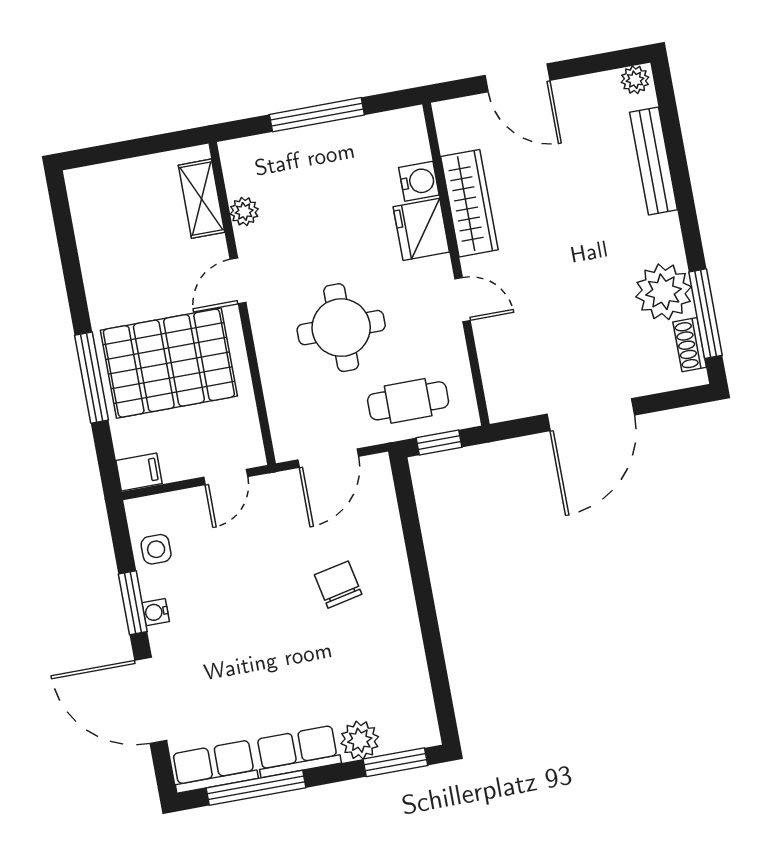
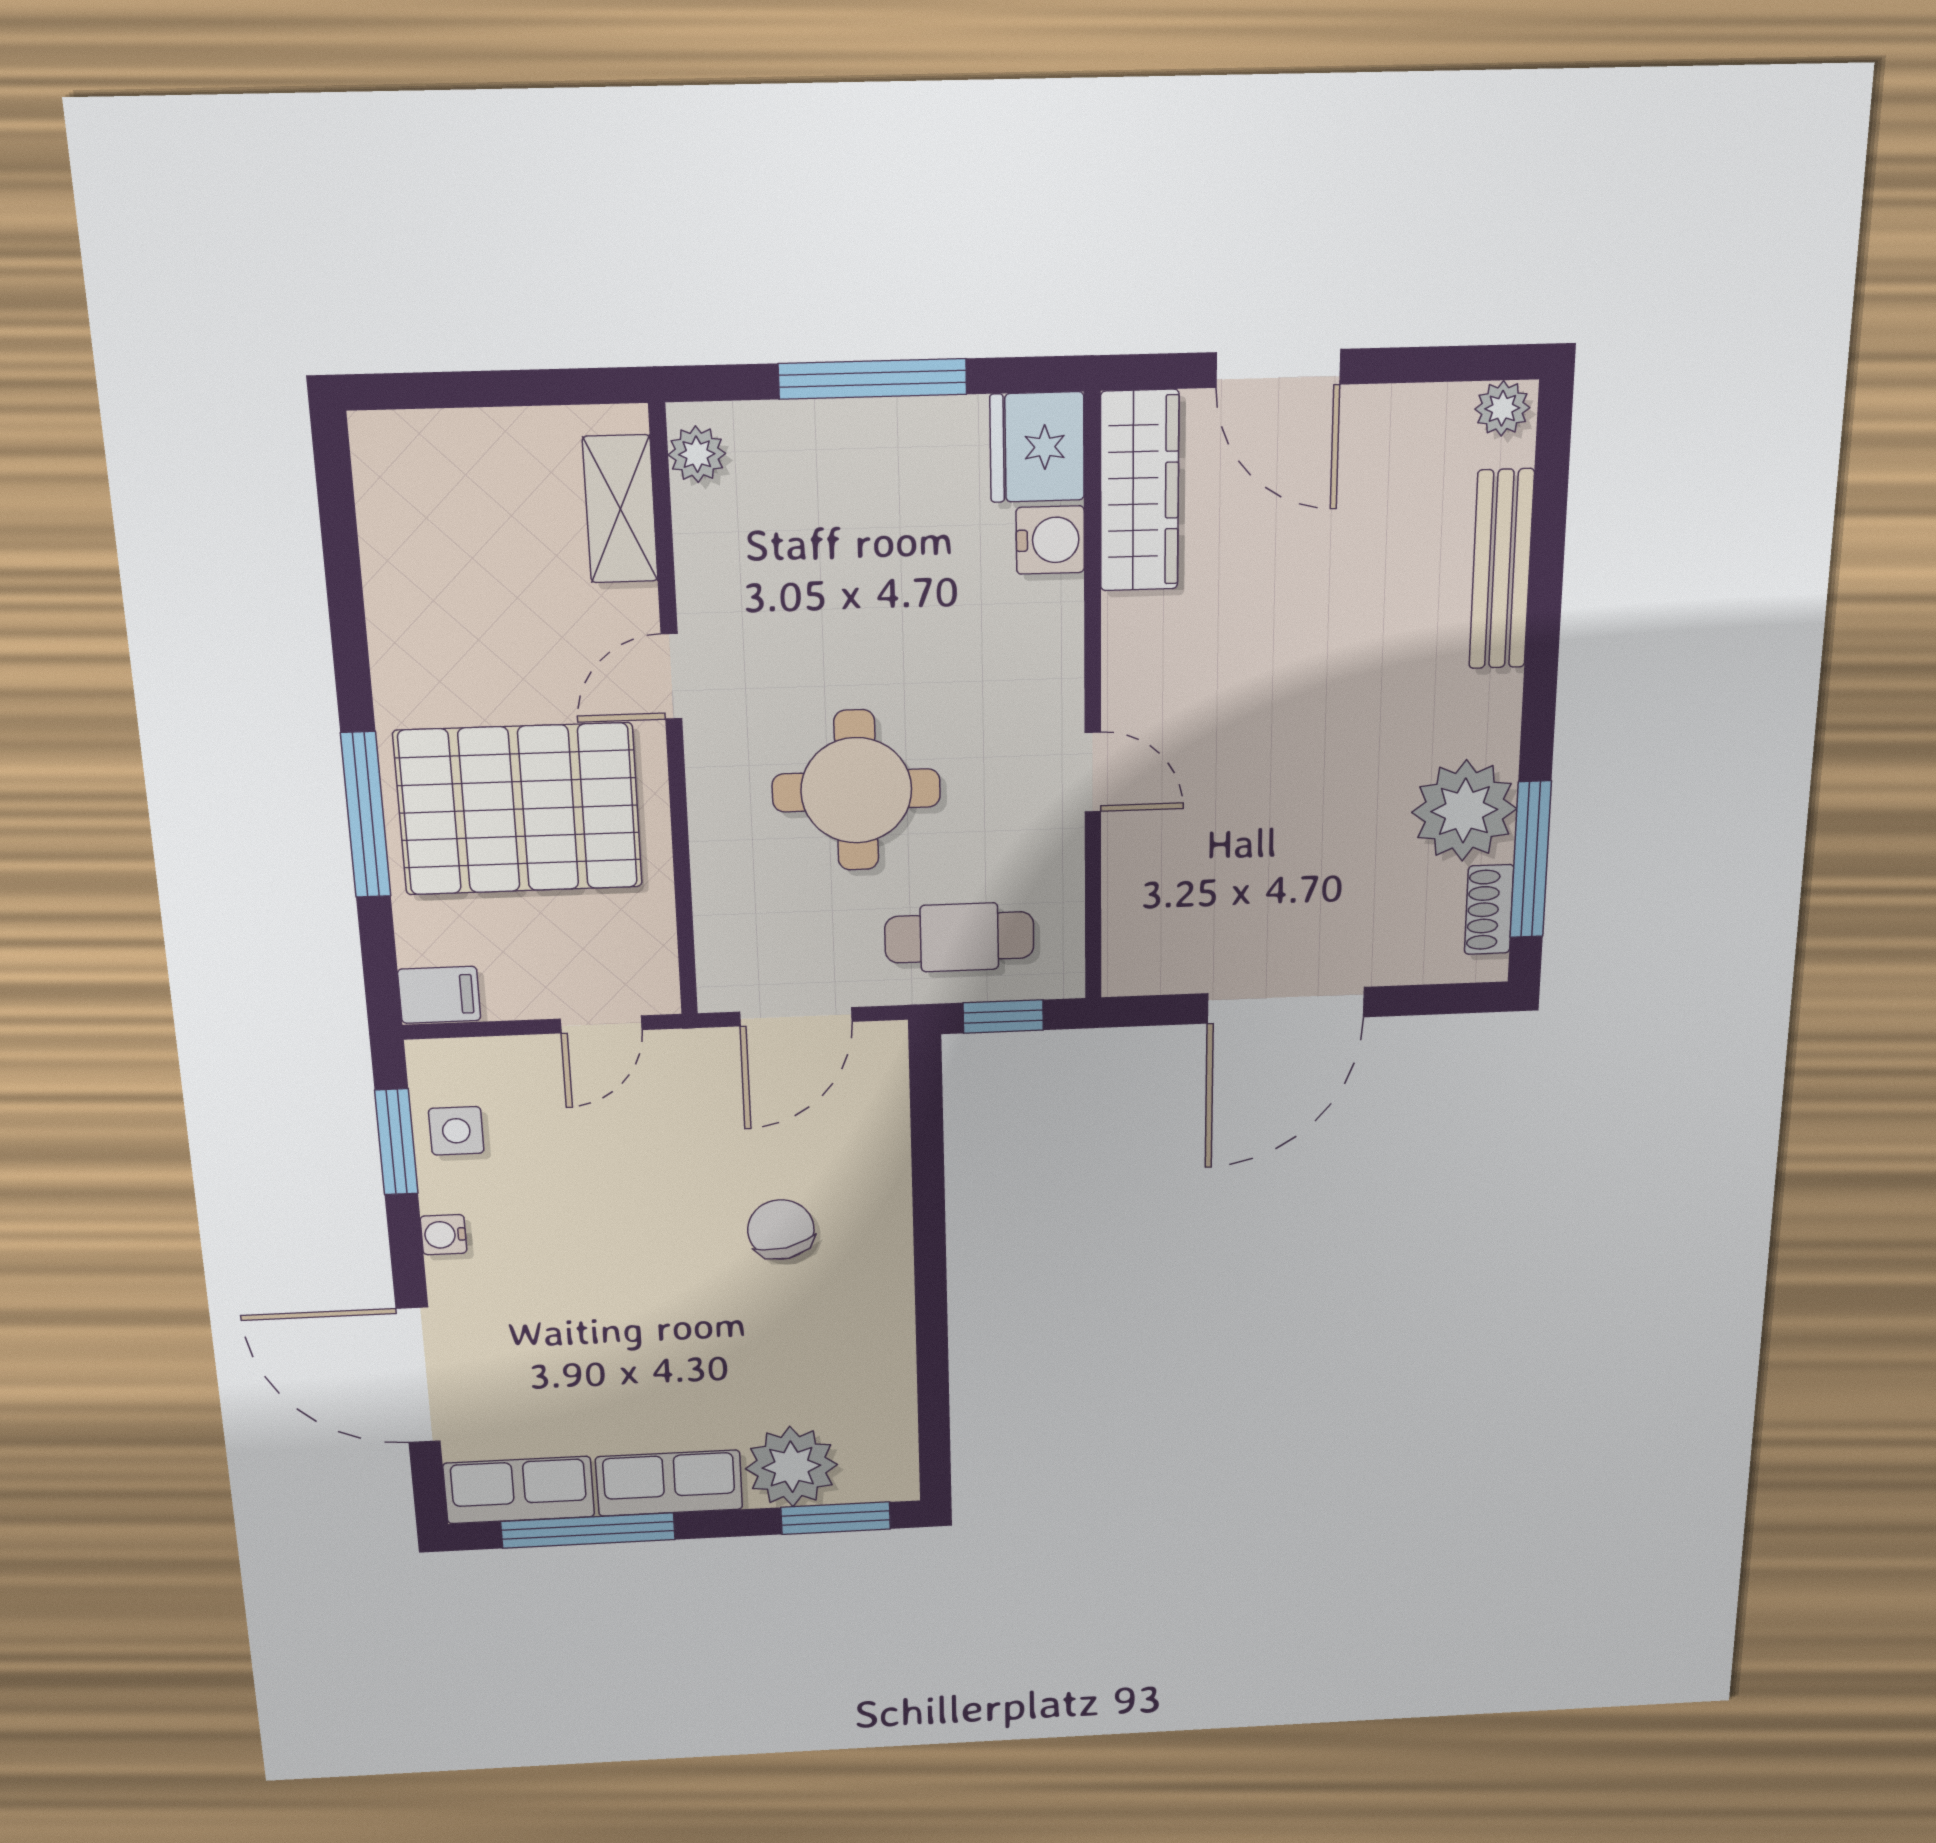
wardrobe: (469, 203) -> (1139, 491), moved
plant: (244, 211) -> (697, 454), moved
fridge: (421, 229) -> (1037, 447), moved
window: (133, 603) -> (396, 1142), moved
plant: (360, 740) -> (791, 1467), width x1.36, depth x1.36

